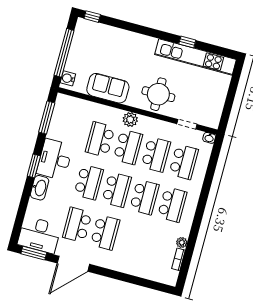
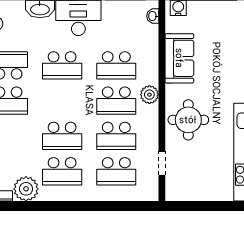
washbasin: (209, 138) -> (153, 16), moved
school desk: (100, 139) -> (116, 65), turned 180
school desk: (117, 190) -> (62, 101), removed
plant: (182, 243) -> (26, 189), width x1.88, depth x1.88

